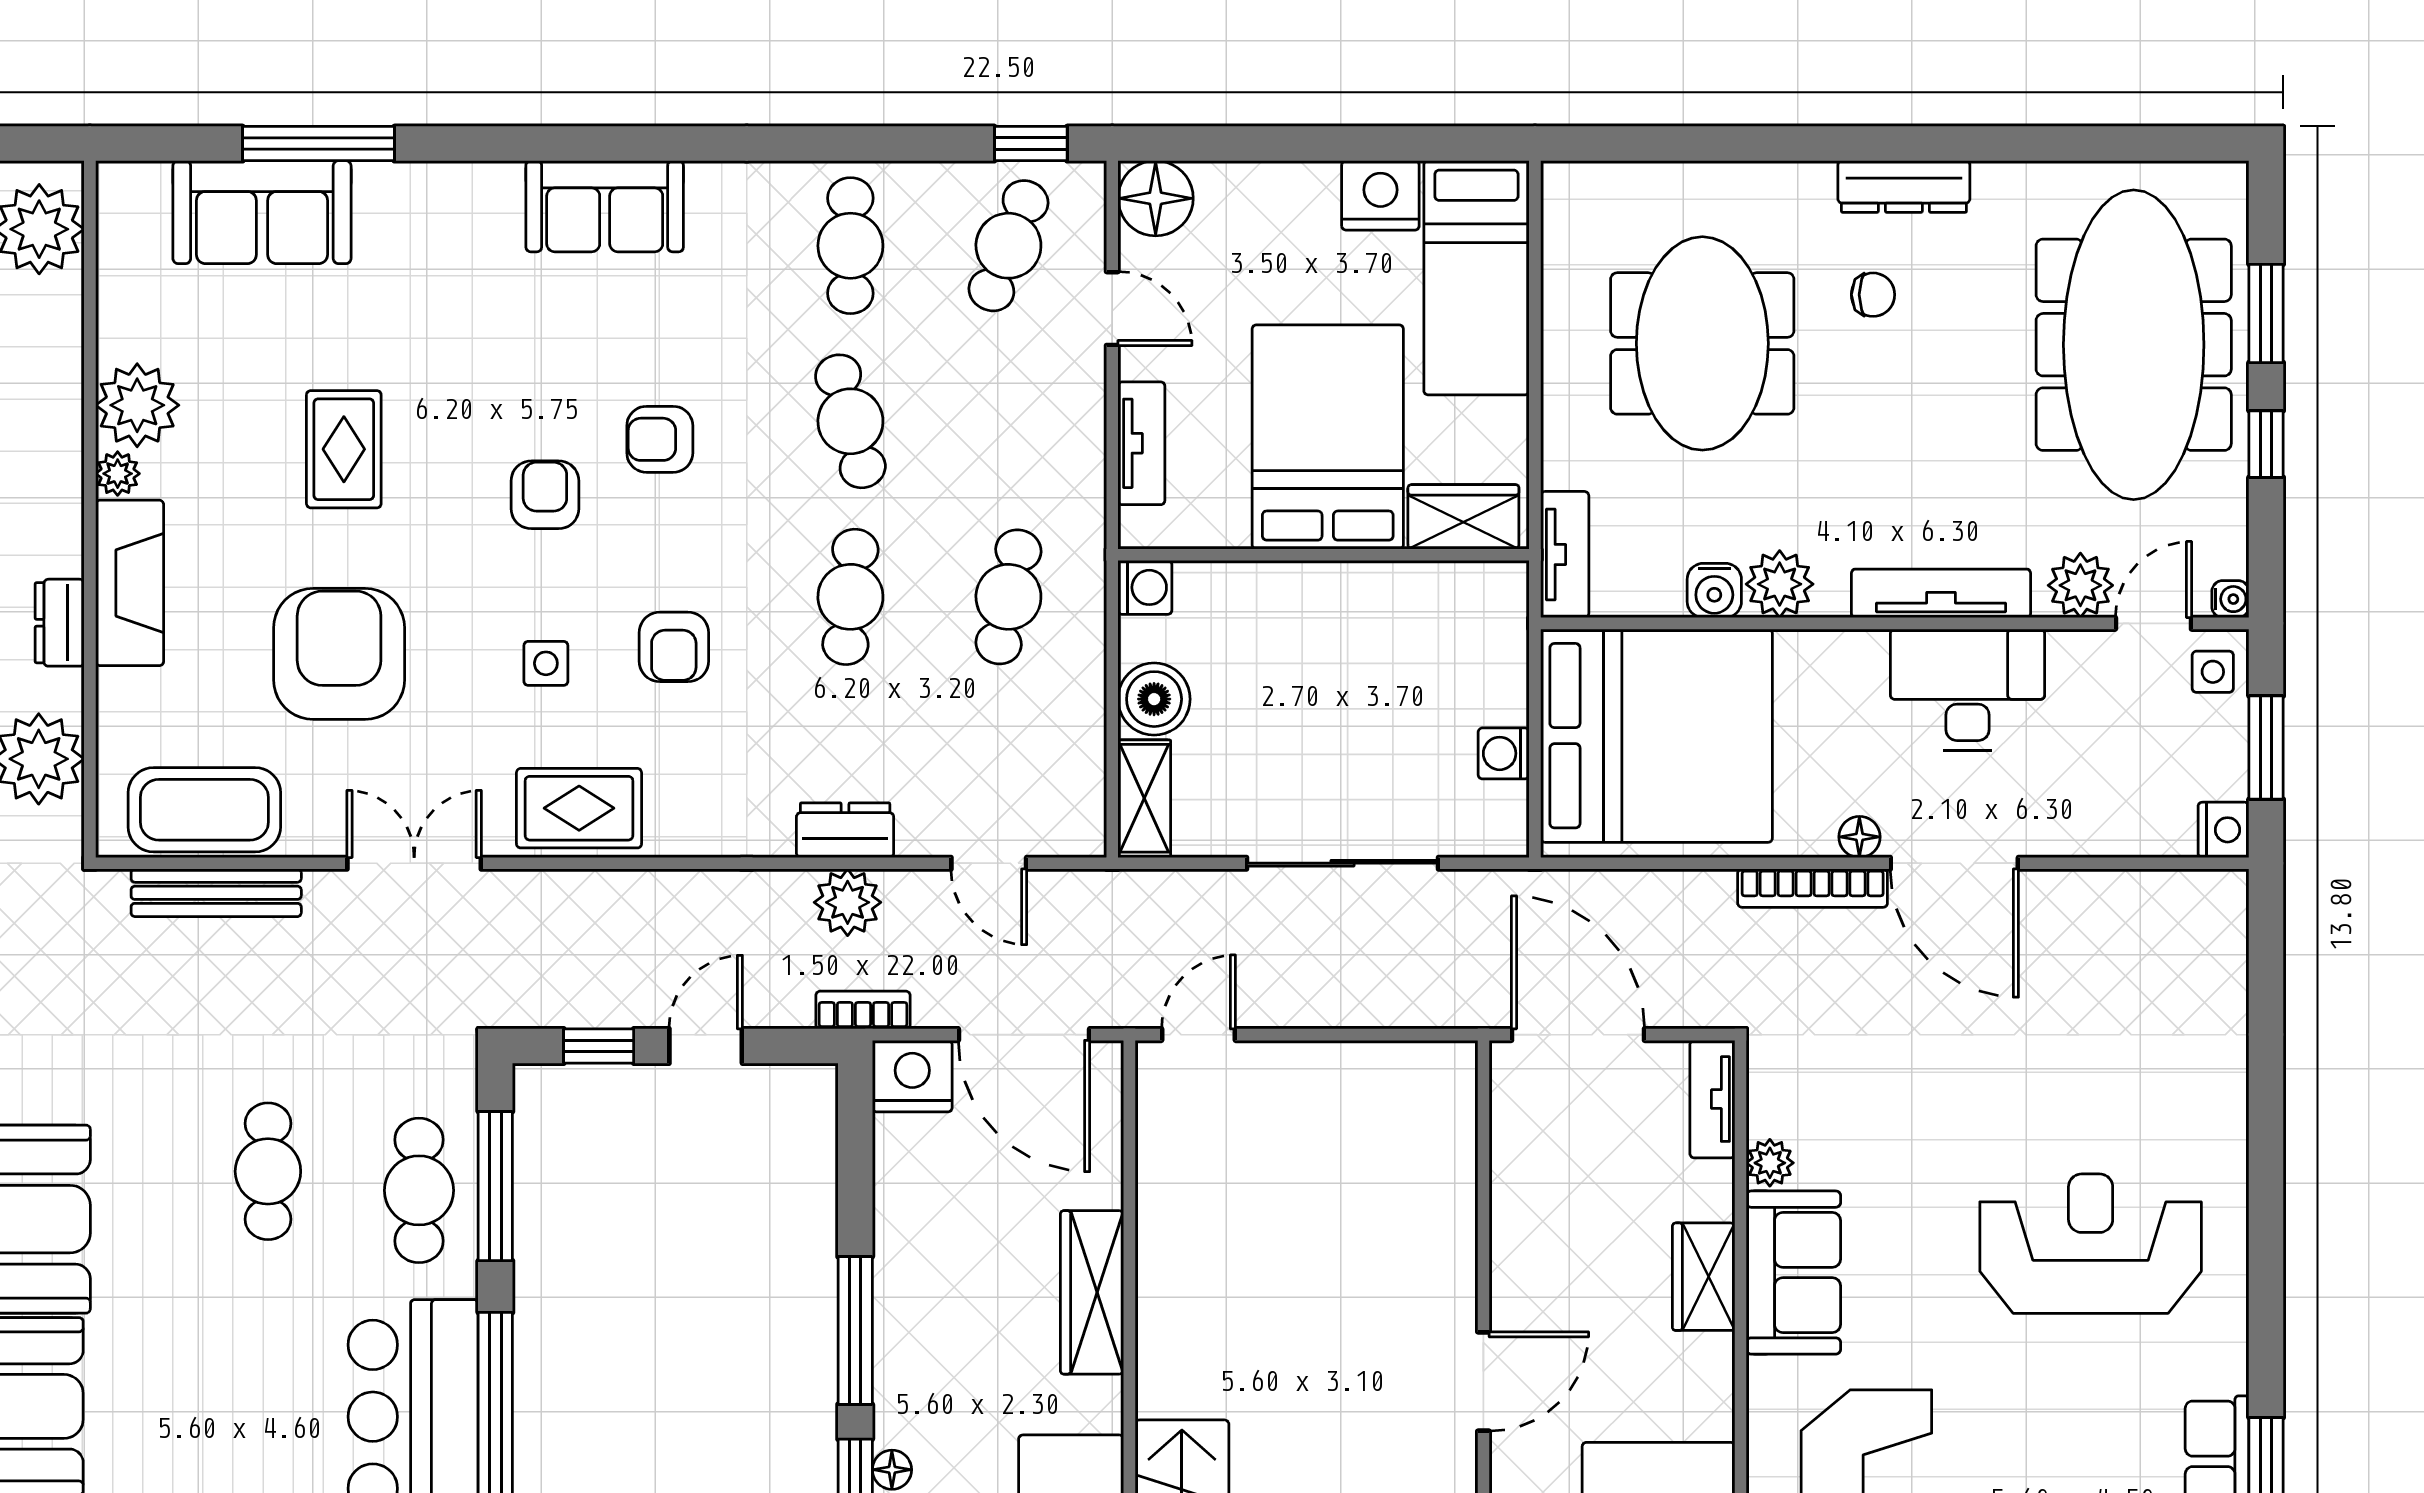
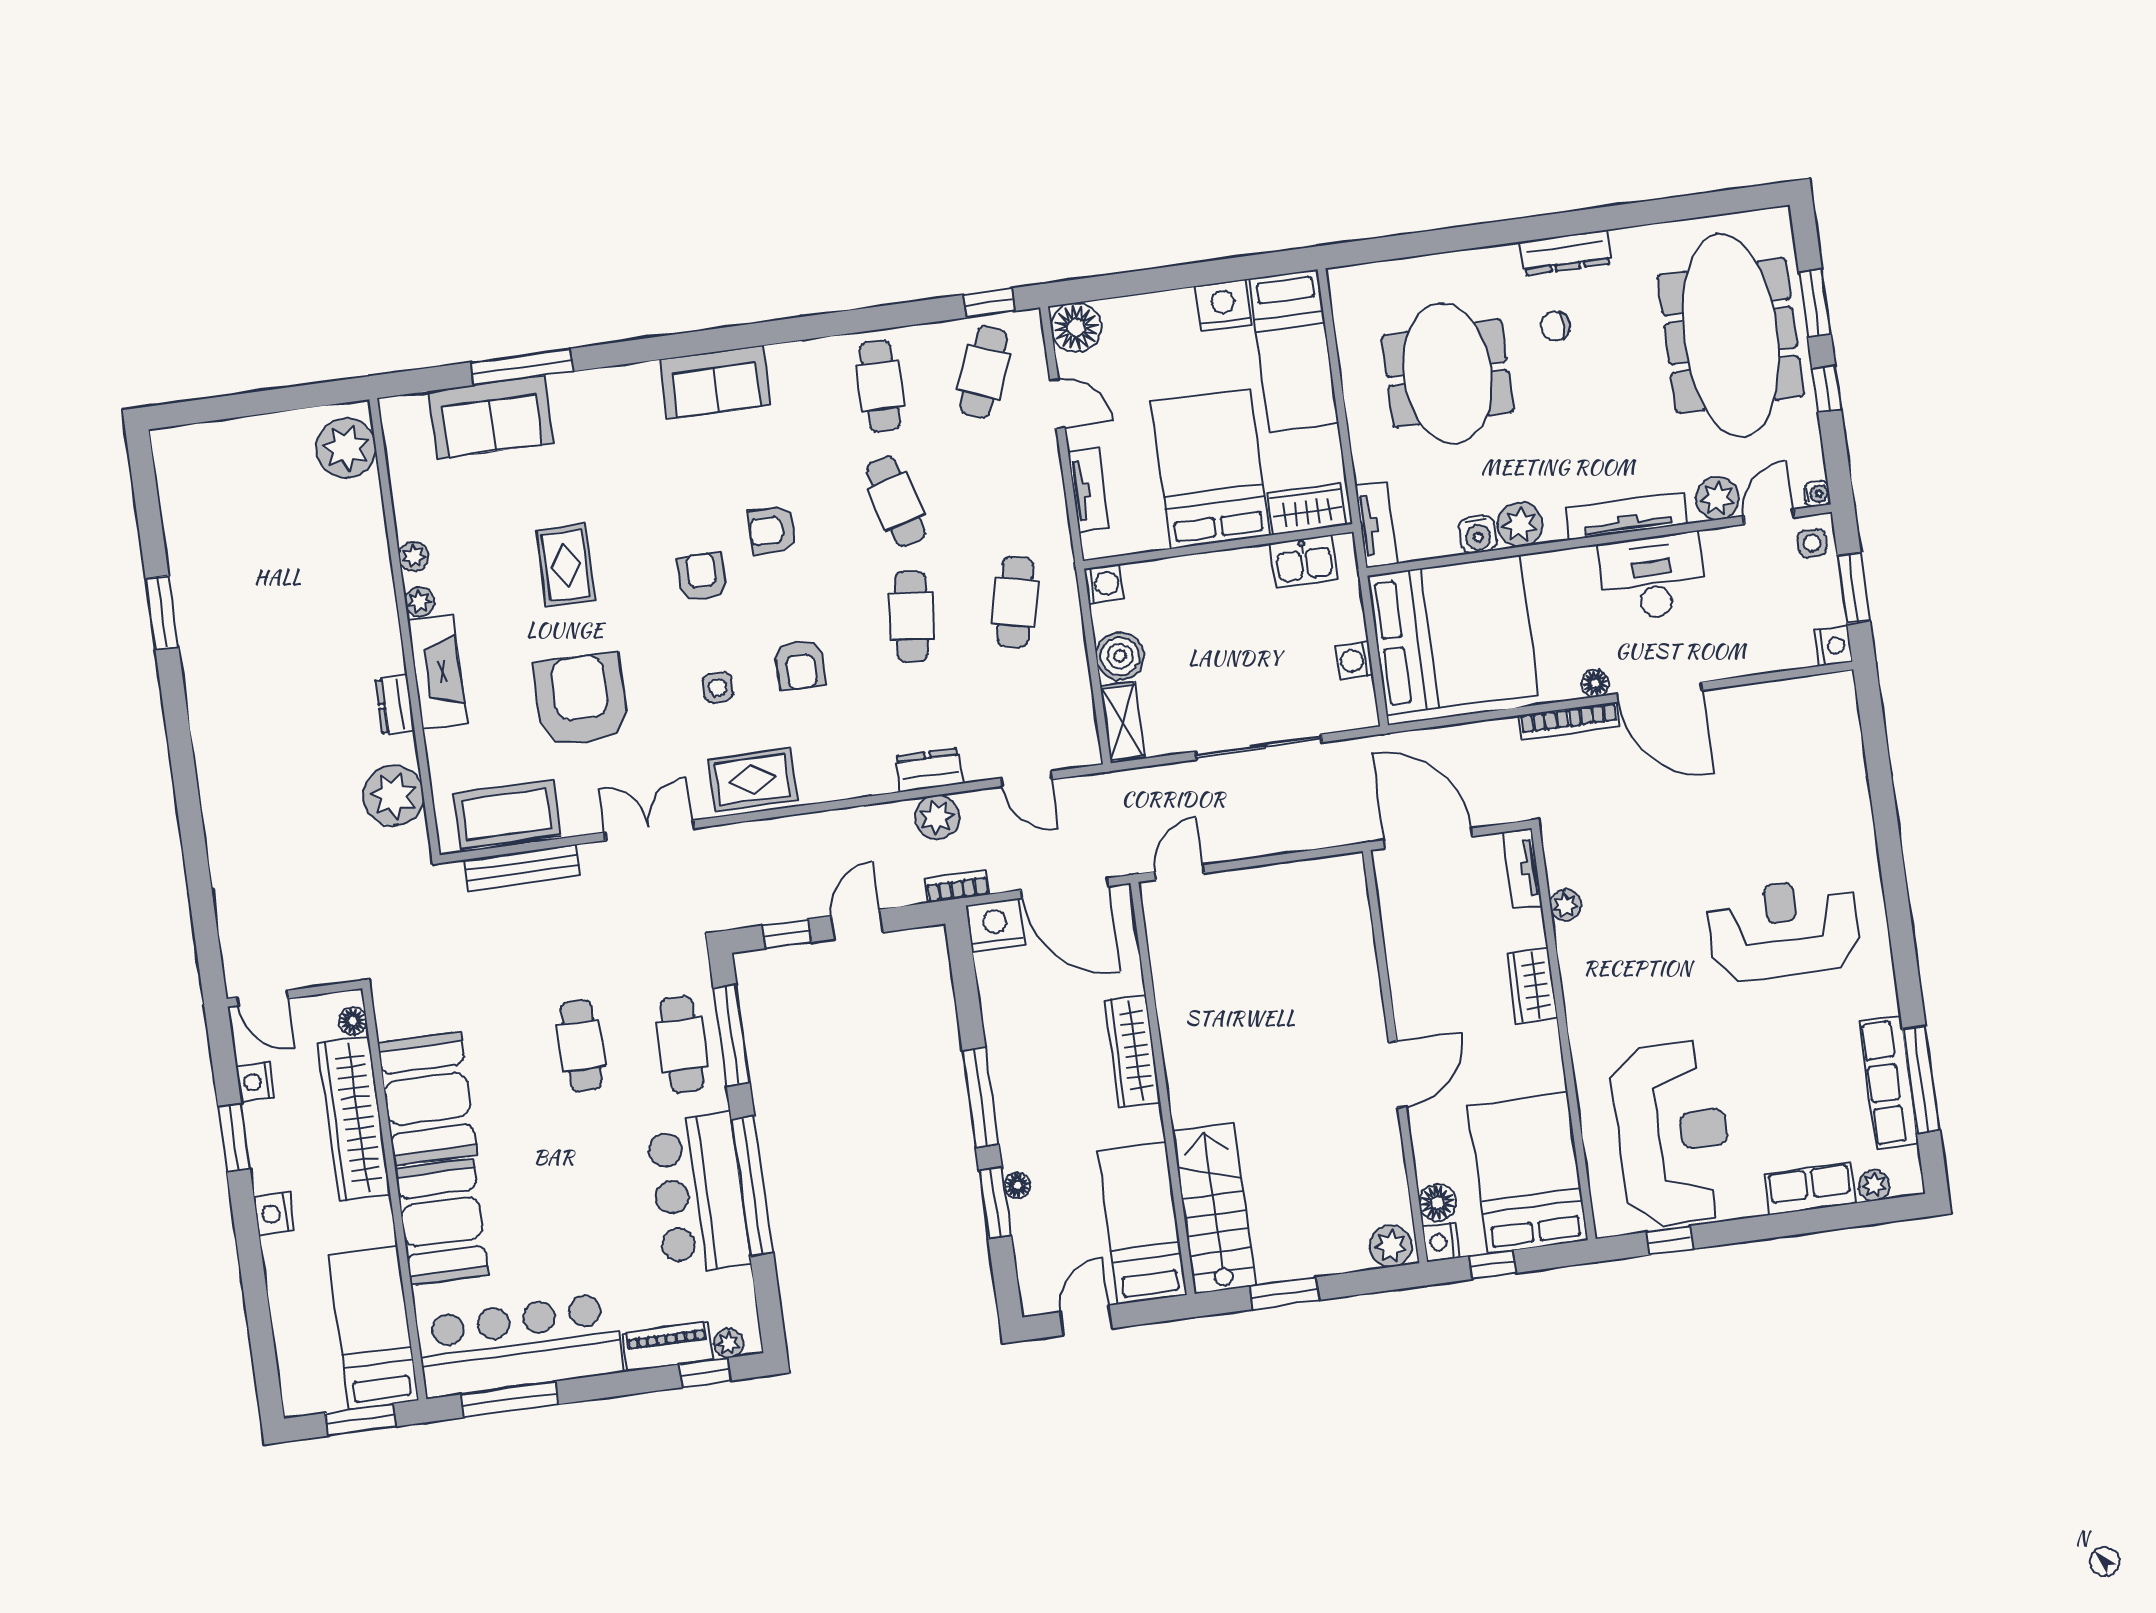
chair: (1873, 295) -> (1555, 326), turned 180
plant: (137, 405) -> (414, 557), width x0.53, depth x0.53
kitchen sink: (1449, 595) -> (1304, 561), added
sofa: (1793, 1273) -> (1591, 975), removed

